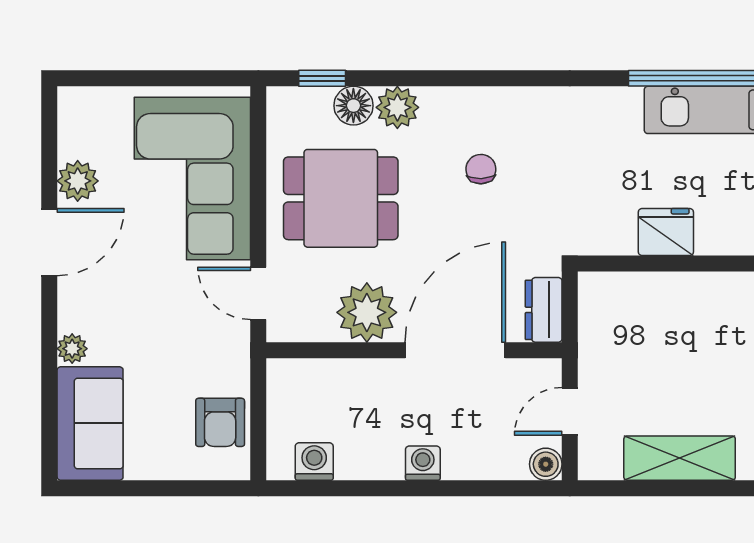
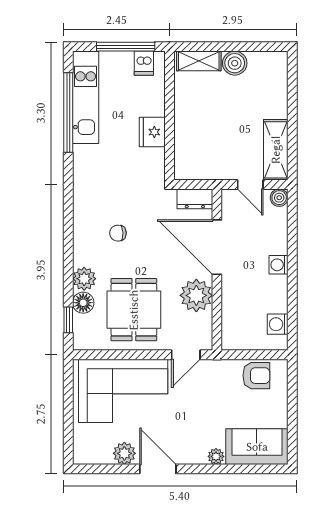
shelving: (680, 458) -> (276, 150), moved

